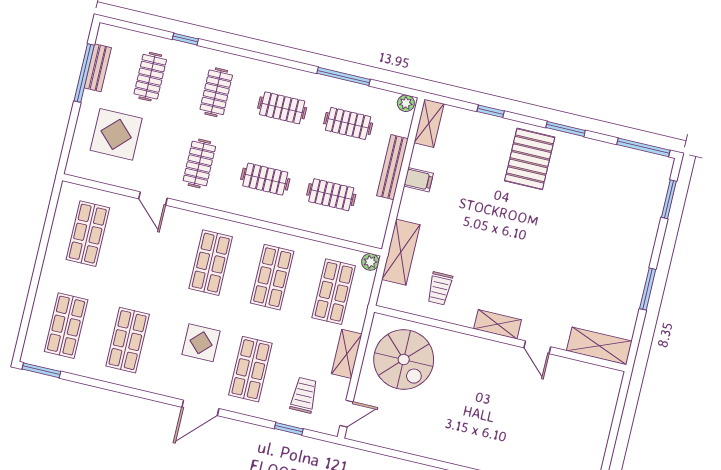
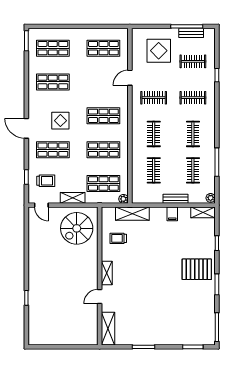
bench: (392, 167) -> (176, 199), width x0.73

